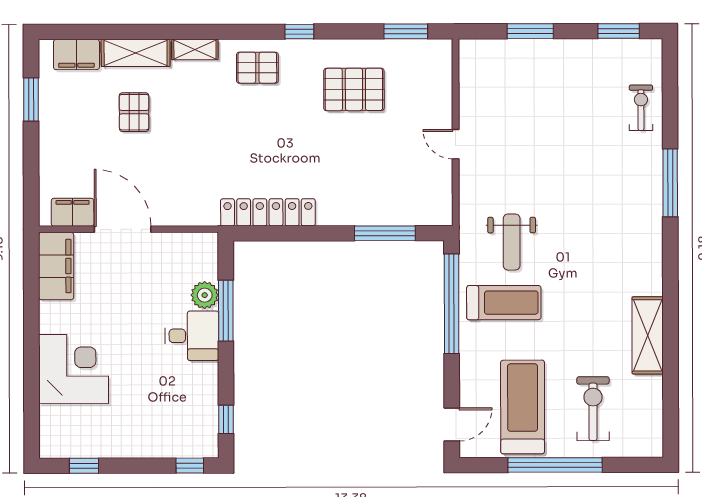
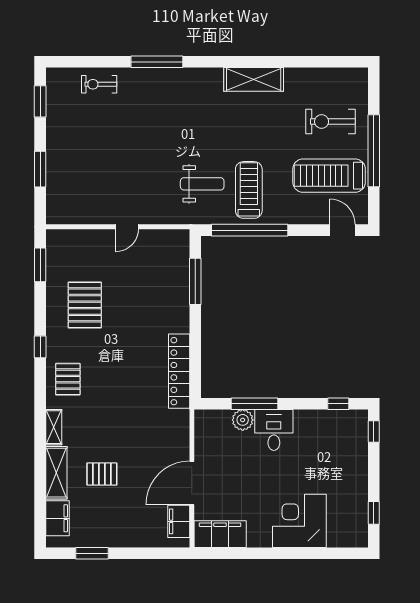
shelving: (648, 335) -> (254, 79), moved

